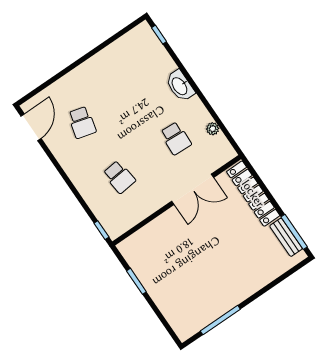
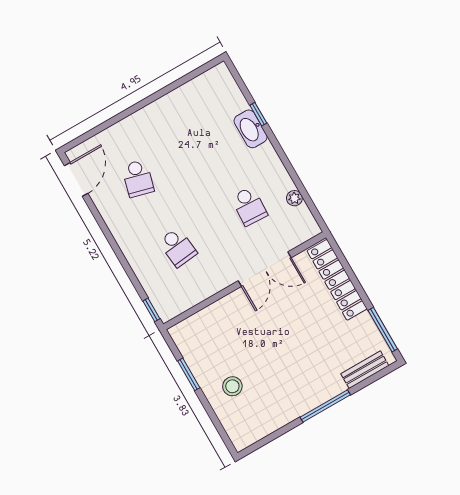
window: (159, 35) -> (258, 114), moved
washbasin: (180, 86) -> (251, 129), moved
bench: (286, 237) -> (365, 370), moved, turned 90
stool: (173, 288) -> (232, 386), added
window: (220, 320) -> (325, 406), moved

